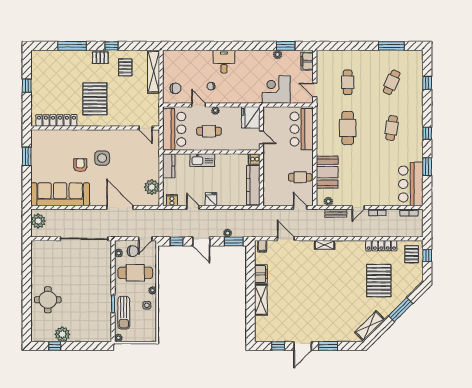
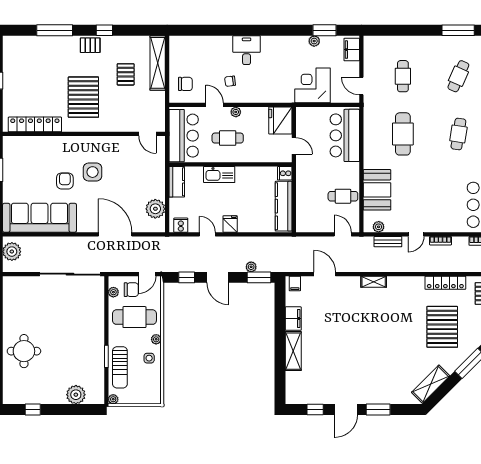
pallet: (125, 67) -> (126, 74), moved
plant: (62, 334) -> (76, 395), moved

